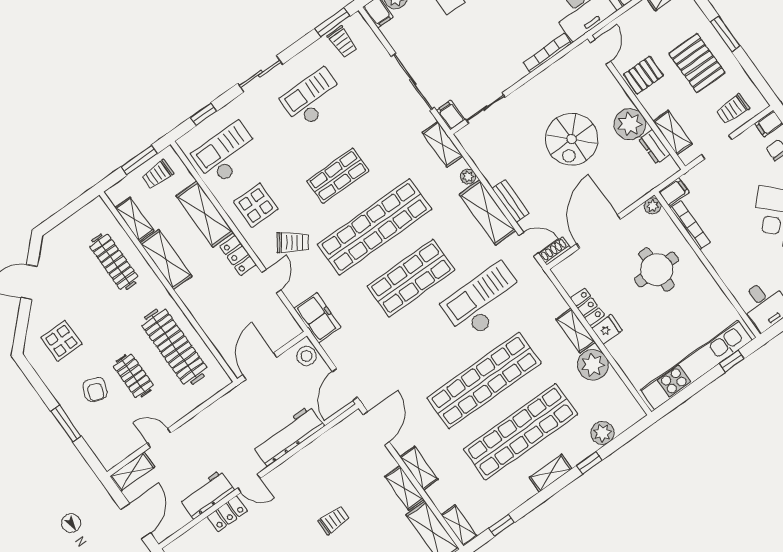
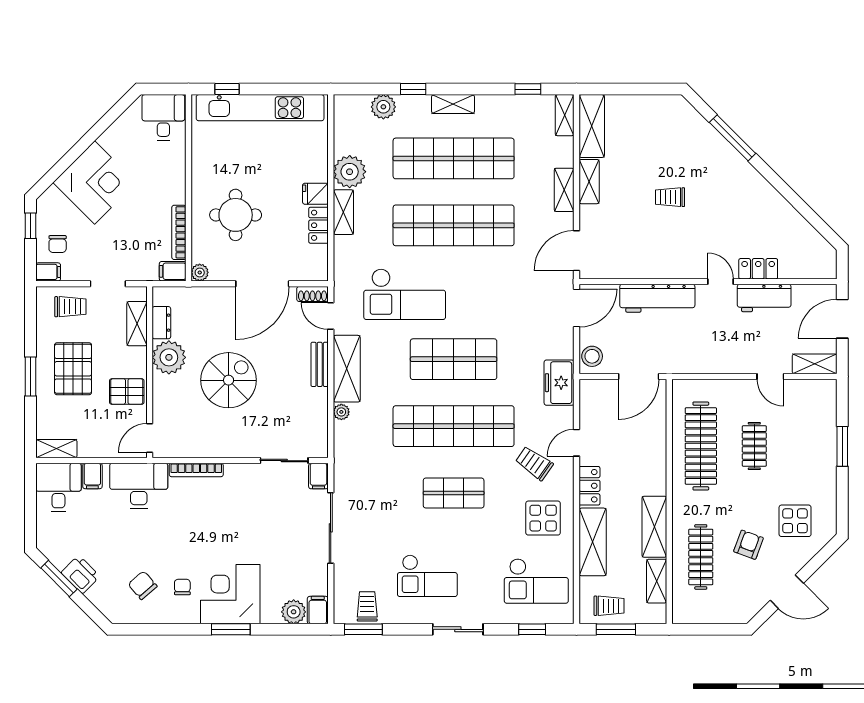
shelving: (442, 144) -> (344, 456), removed
armchair: (95, 389) -> (748, 545), moved

